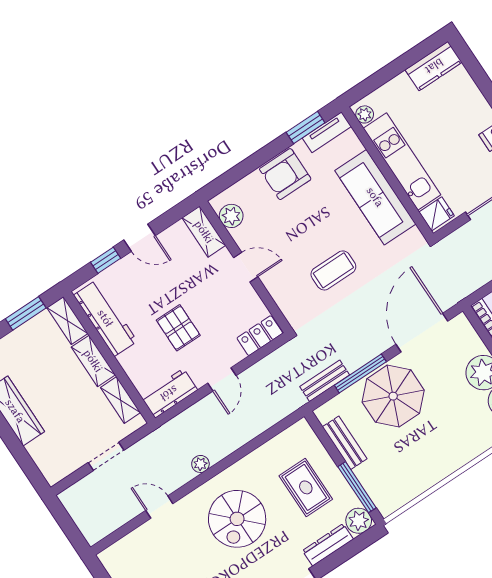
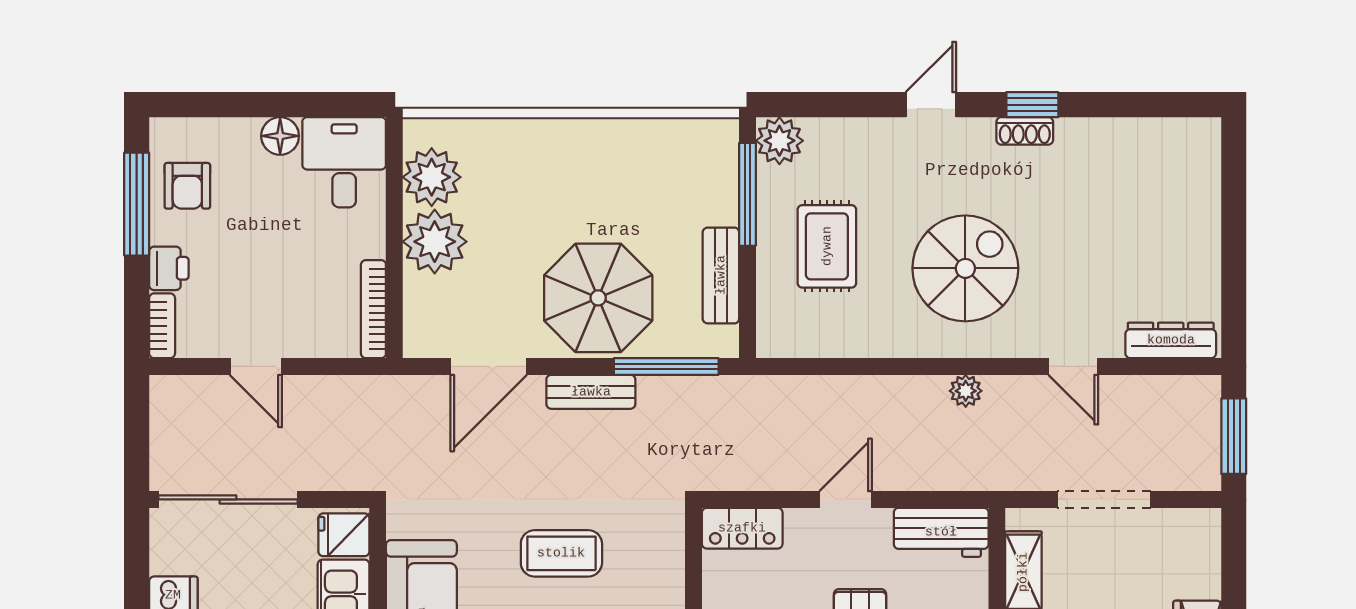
door: (422, 333) -> (489, 366), width x0.73
window: (360, 374) -> (666, 366), moved
bench: (325, 381) -> (591, 392), moved
doorway: (106, 456) -> (1104, 499), width x1.38
window: (67, 524) -> (1234, 436), added
dresser: (328, 545) -> (1171, 340), moved, turned 180

